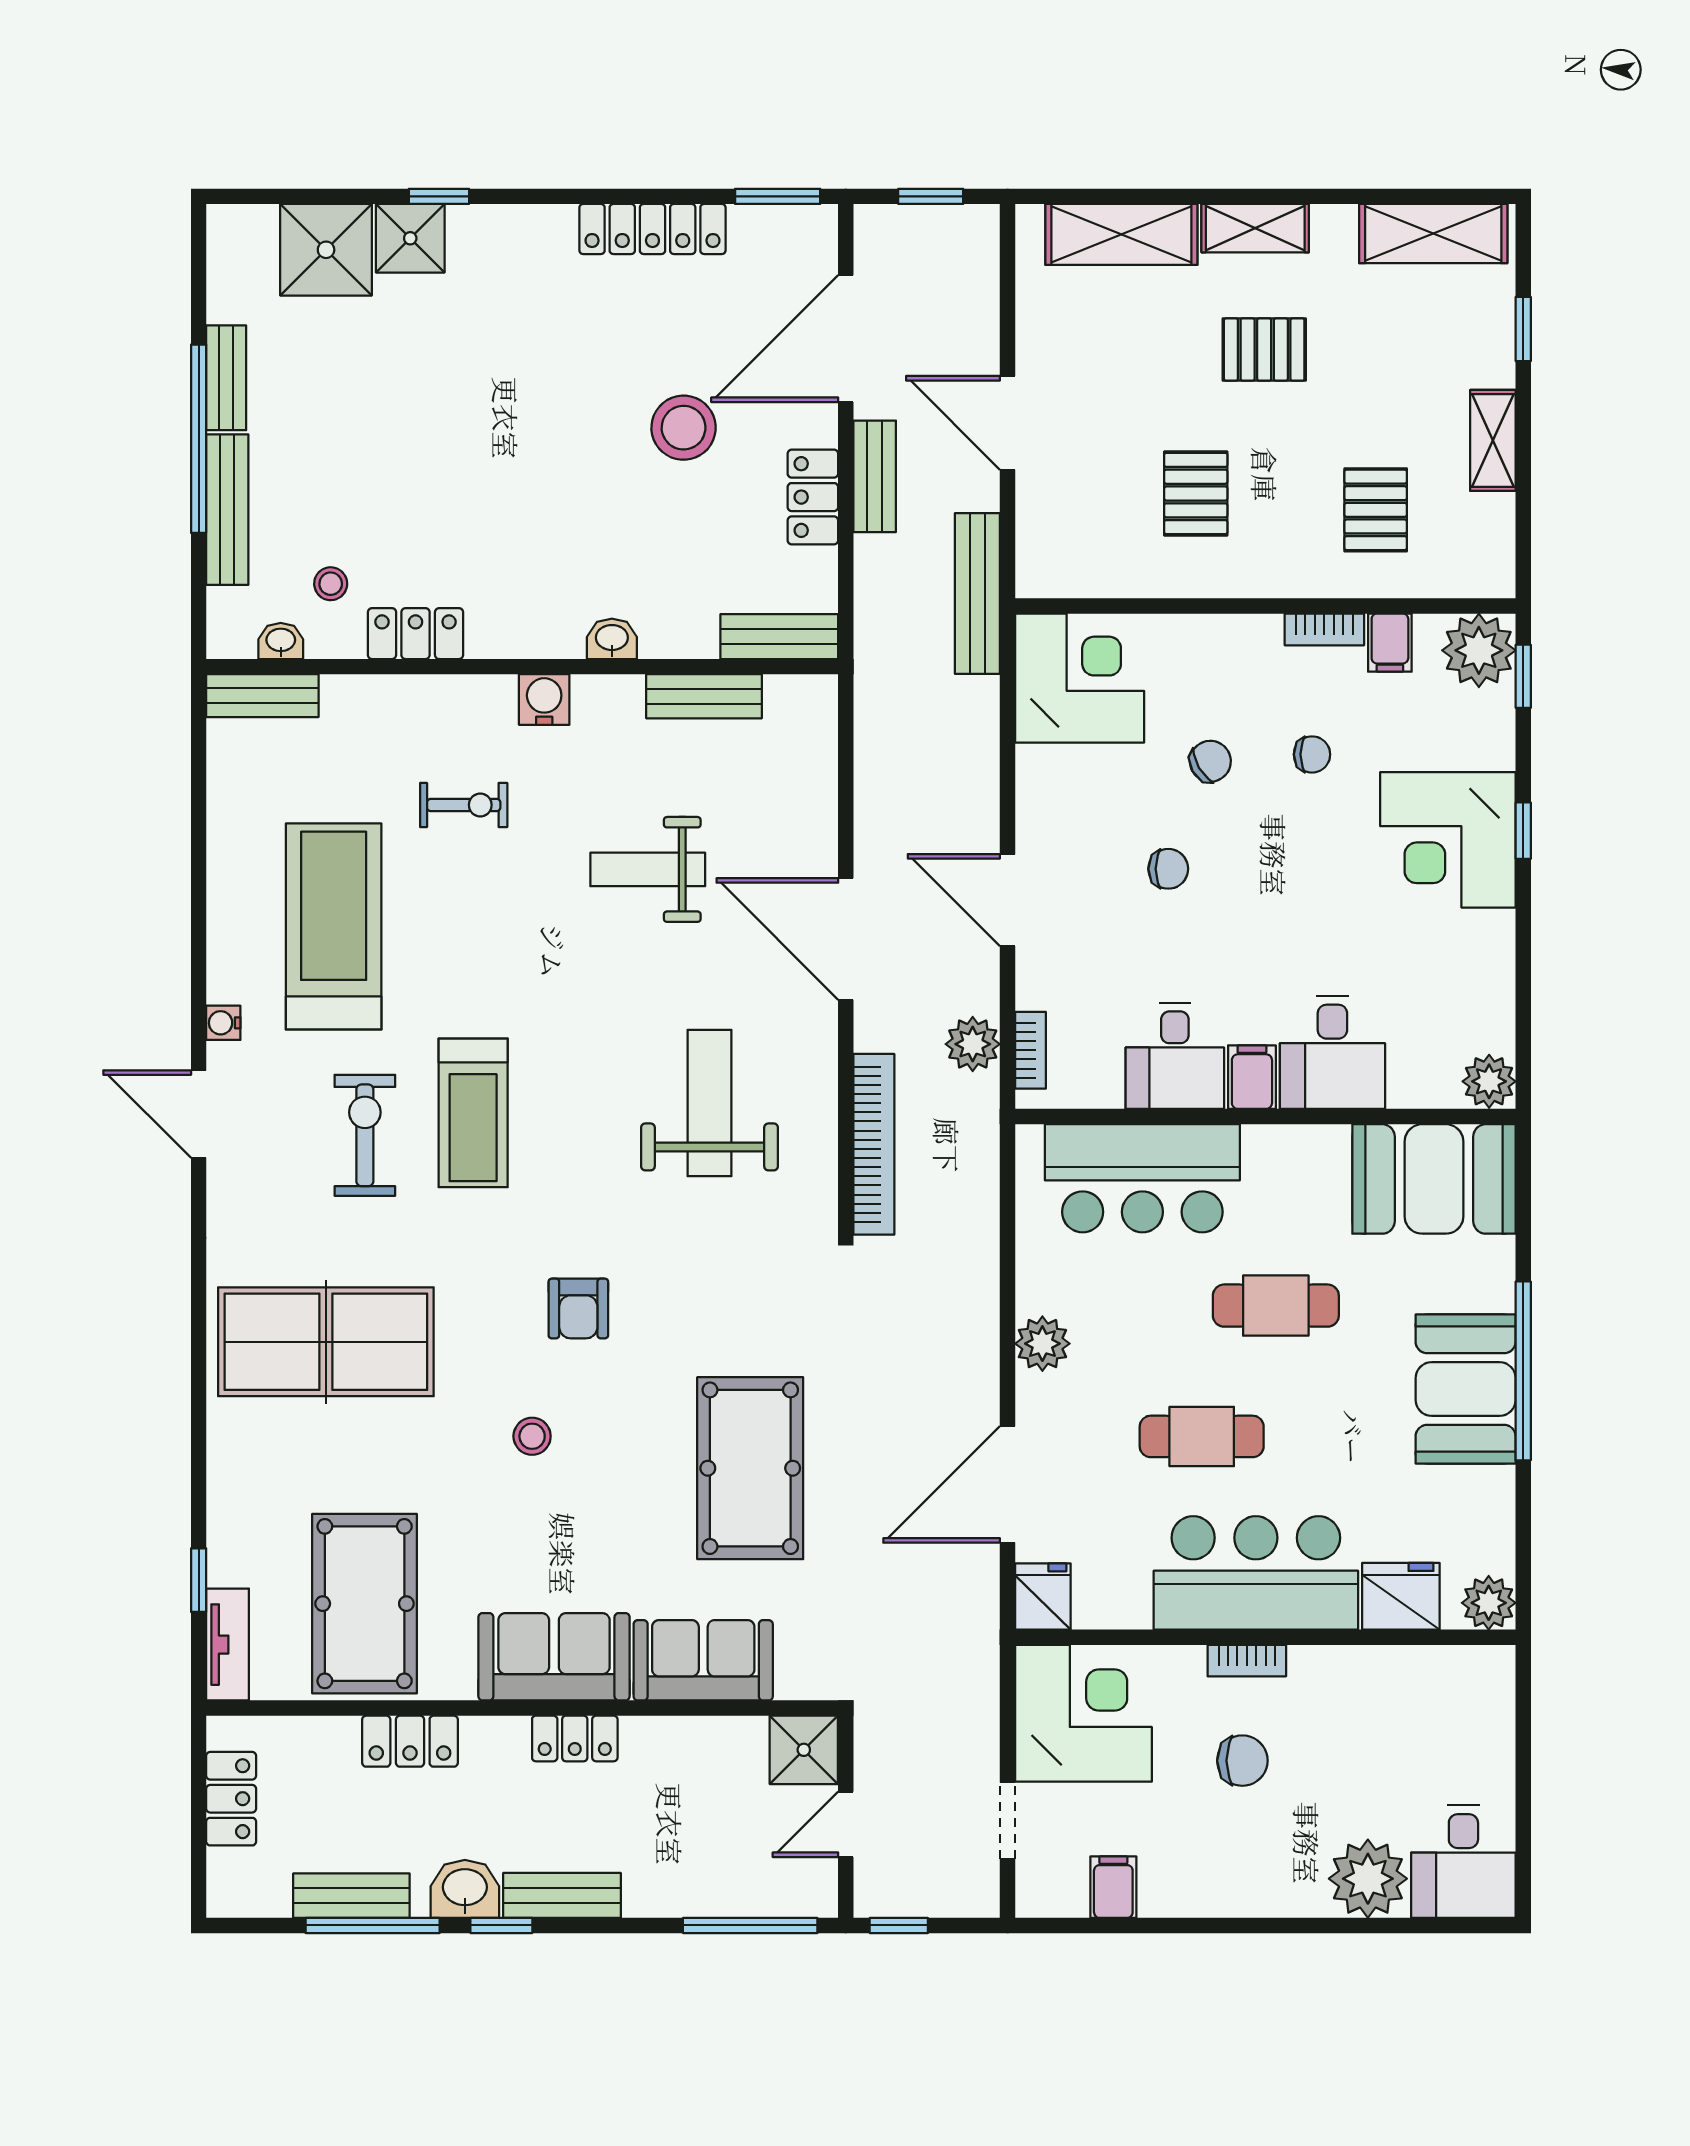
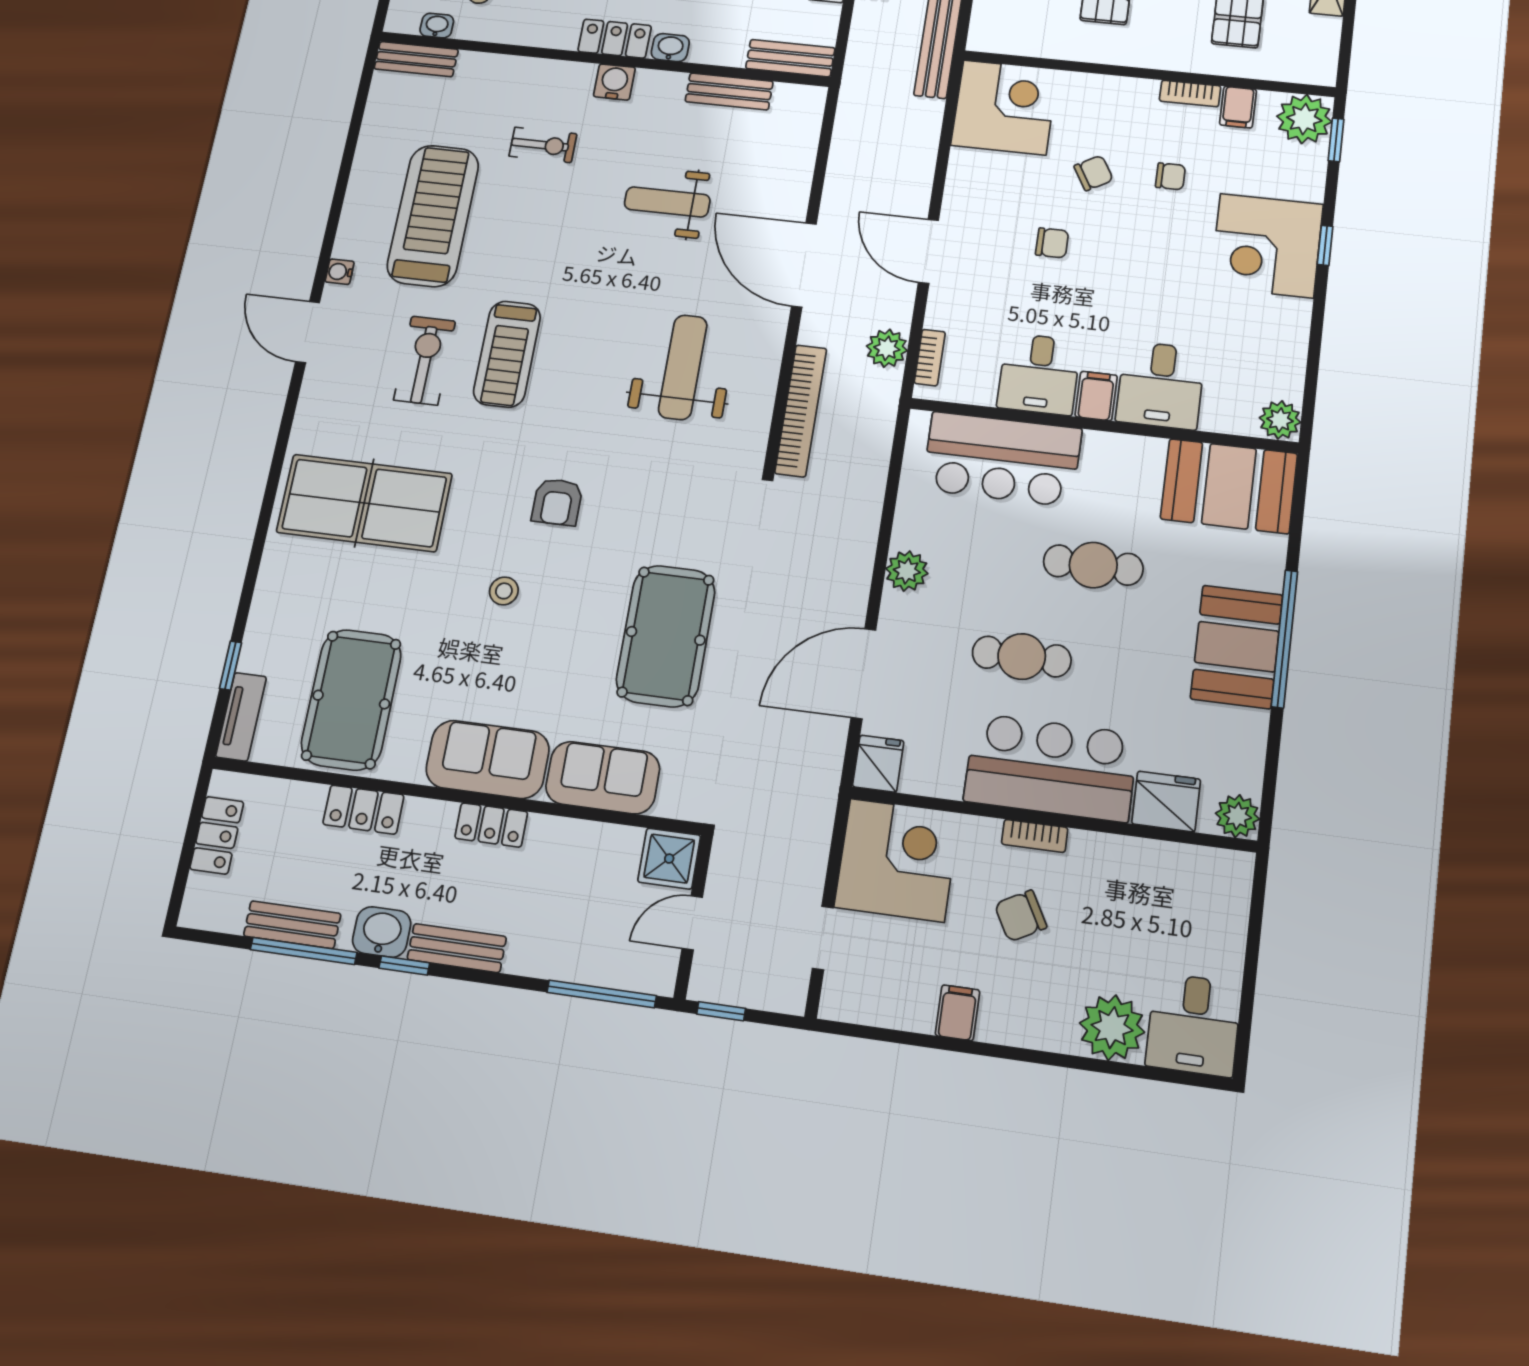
locker: (416, 634) -> (615, 39), moved
chair: (1242, 1761) -> (1021, 916), turned 151
filing cabinet: (1113, 1887) -> (958, 1013), moved

